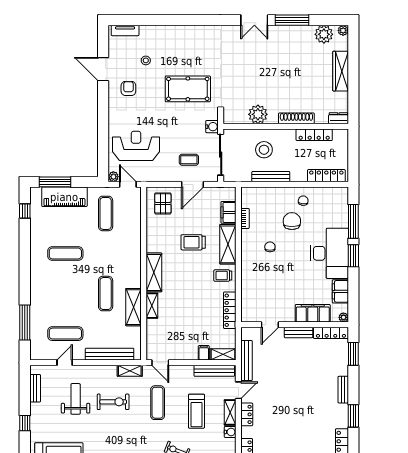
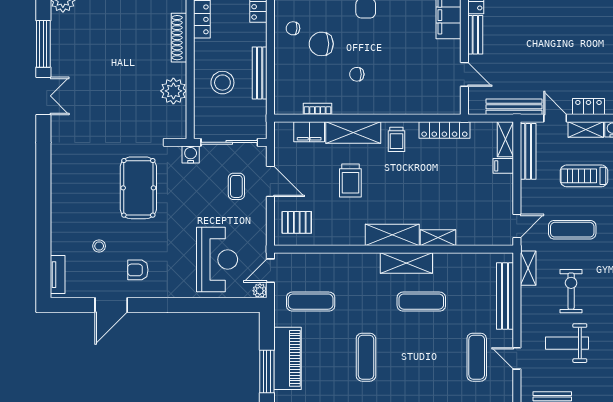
reception desk: (136, 146) -> (217, 259), turned 180
shelving: (134, 307) -> (406, 263), moved
treadmill: (196, 411) -> (584, 176), turned 180

